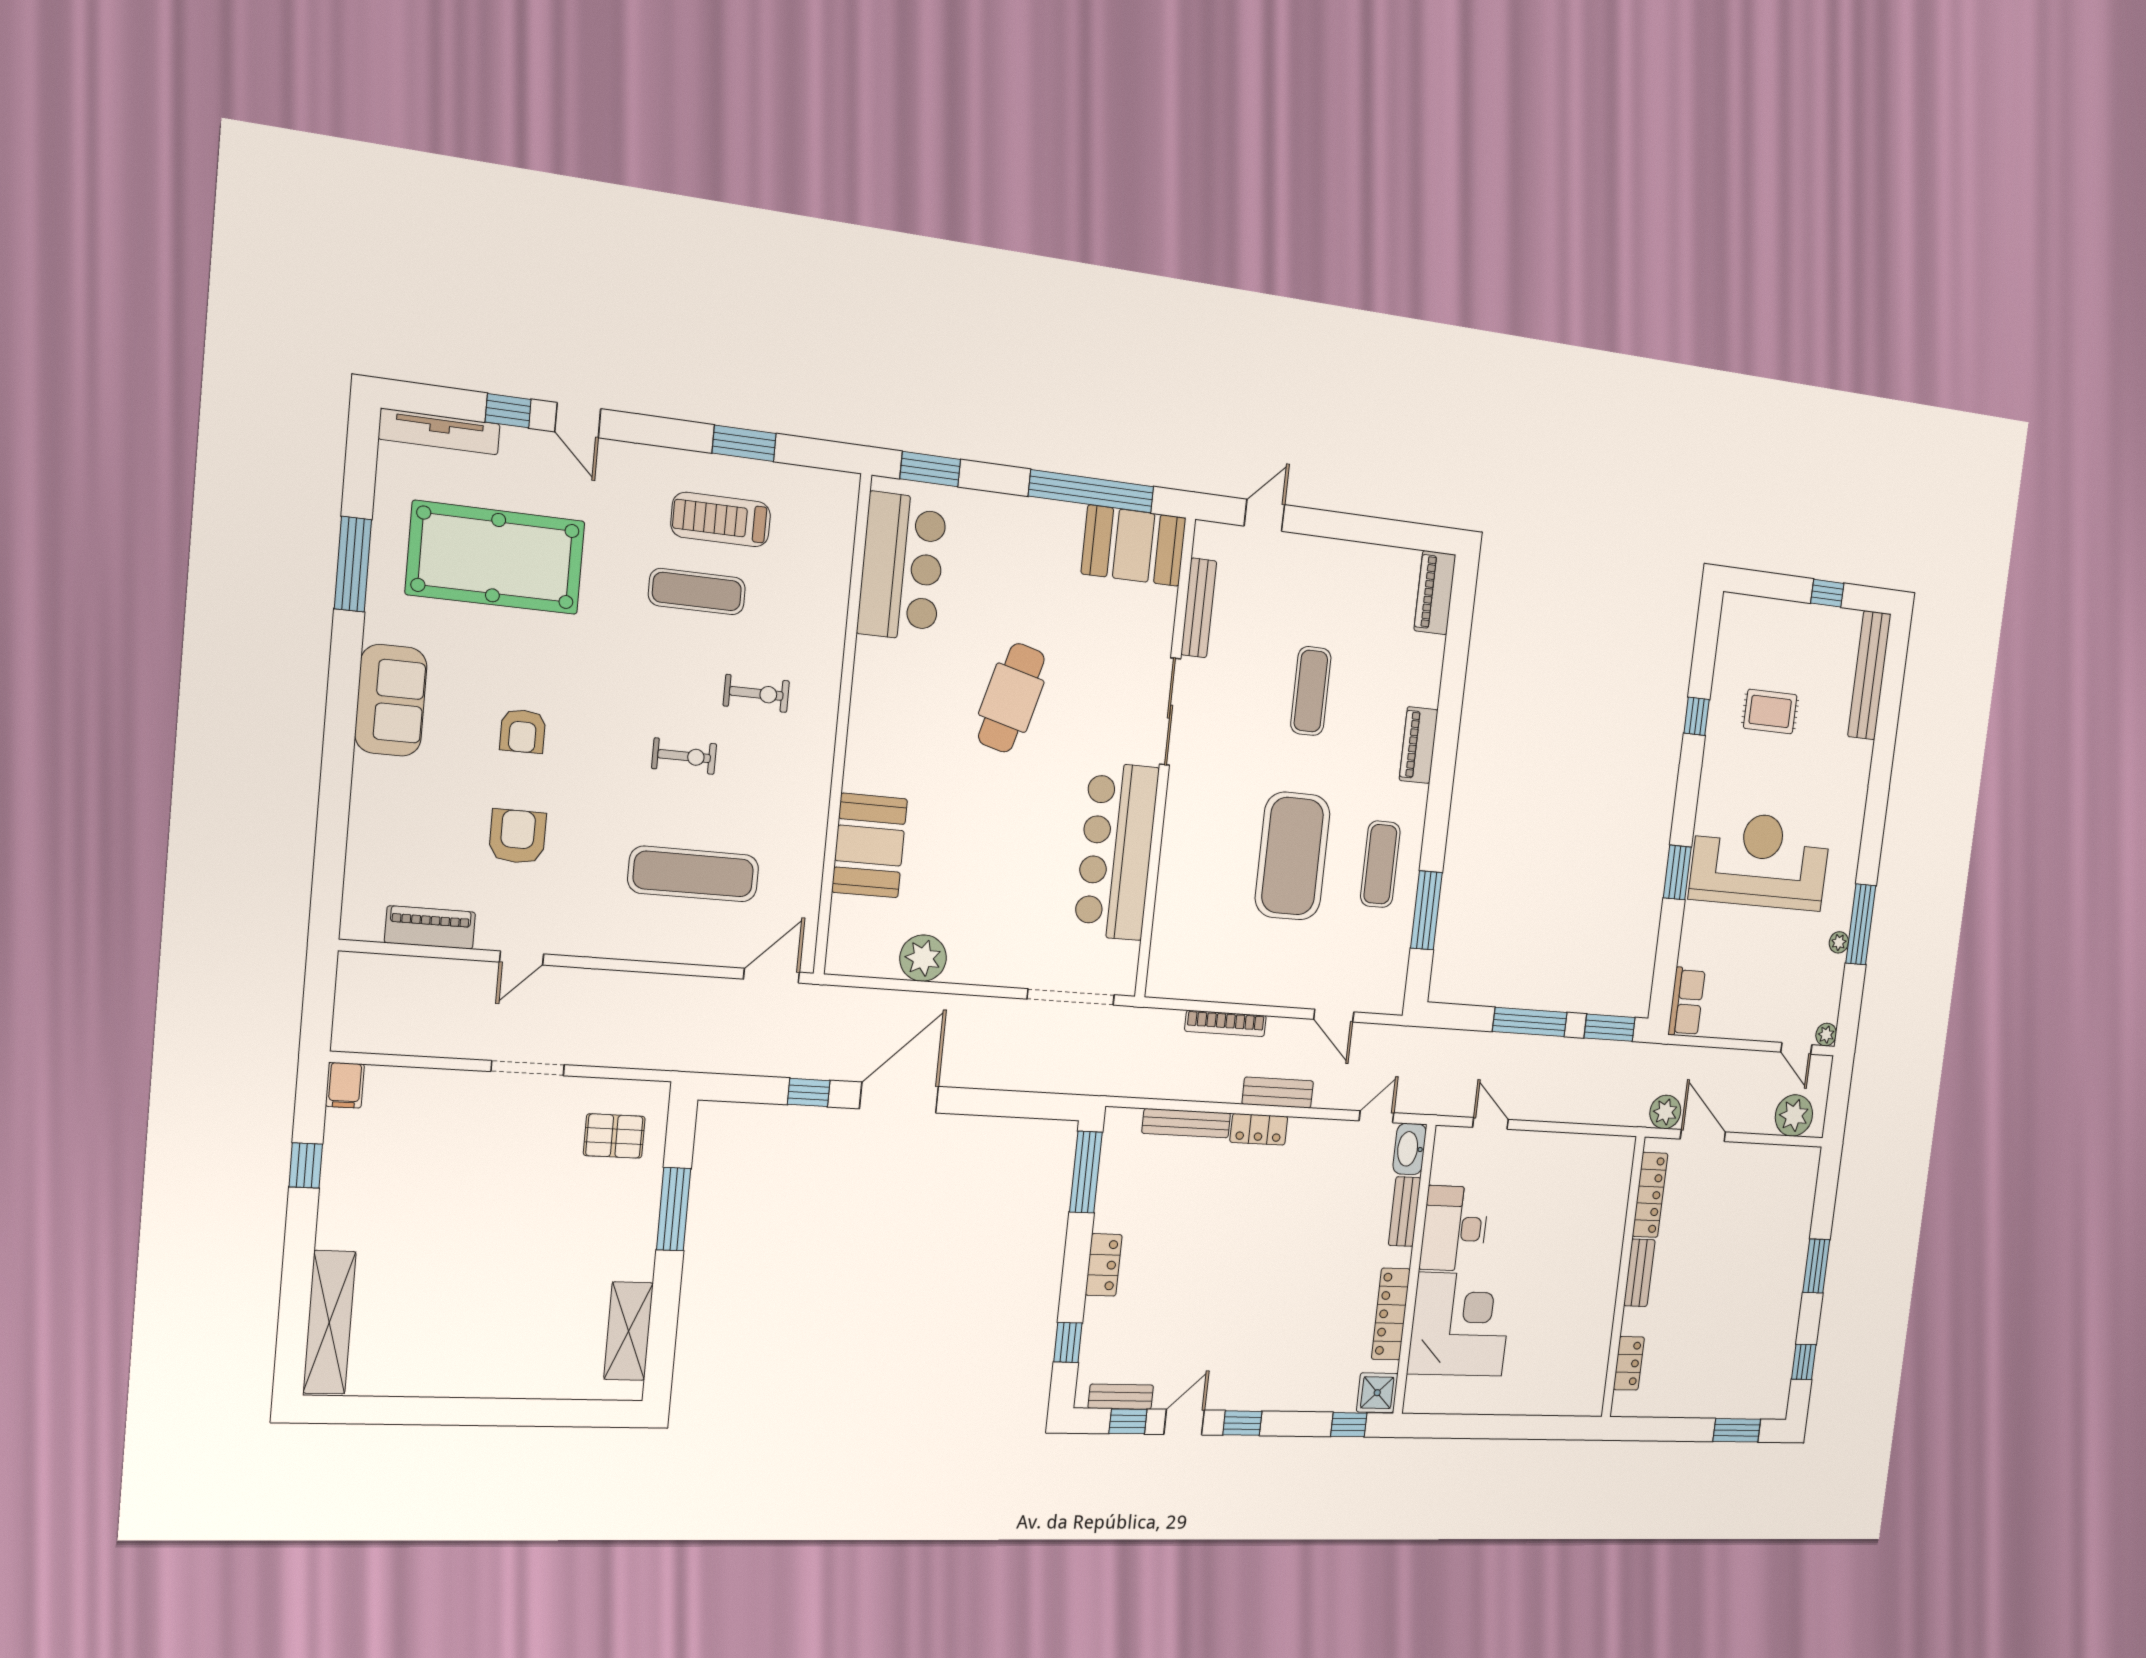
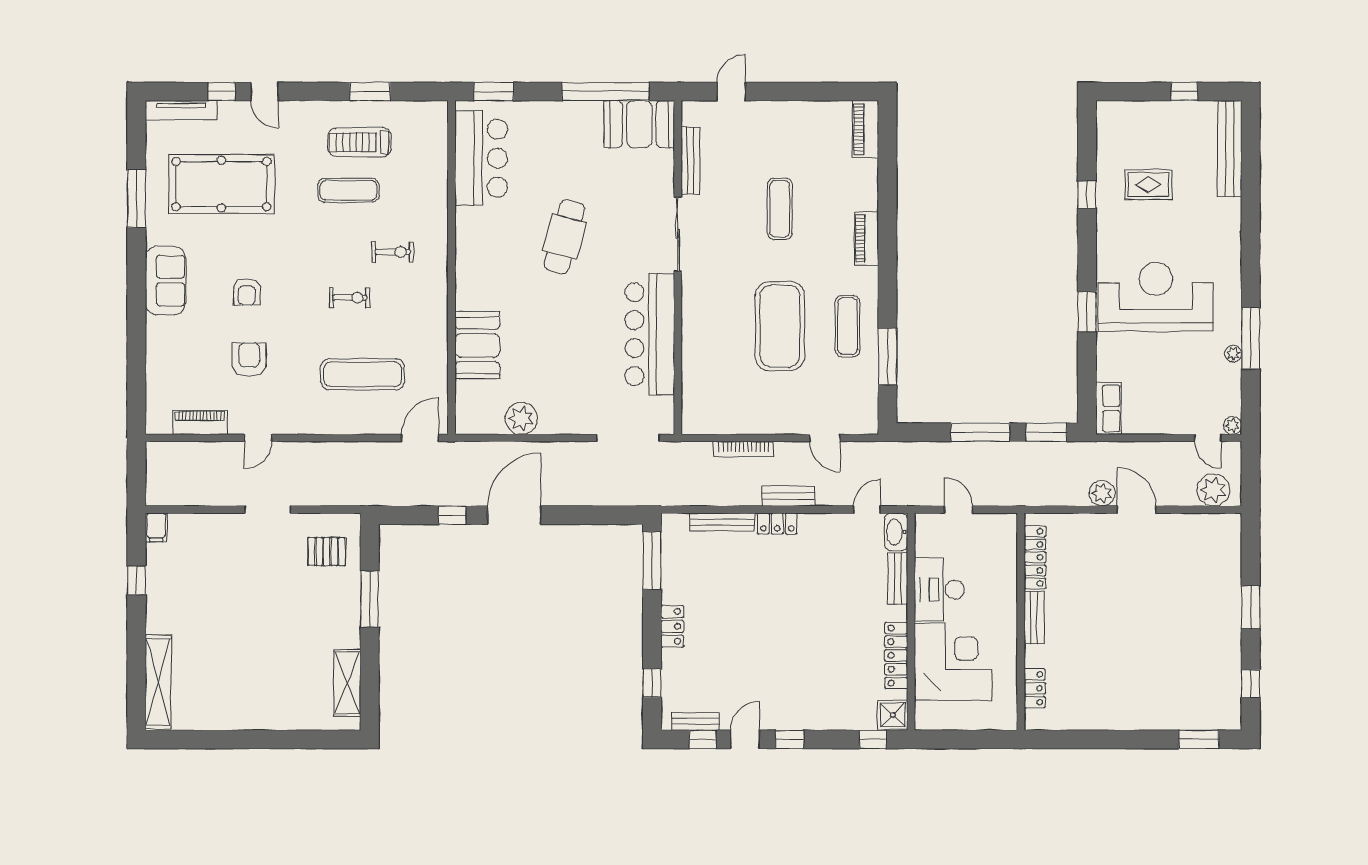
locker: (1650, 1195) -> (1035, 557), moved
bench: (1639, 1273) -> (1034, 618), moved
wall: (1623, 1277) -> (1021, 622), moved
locker: (1629, 1363) -> (1035, 688), moved

